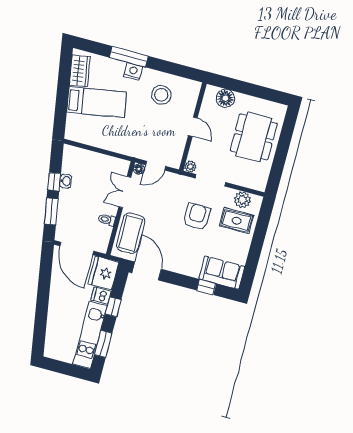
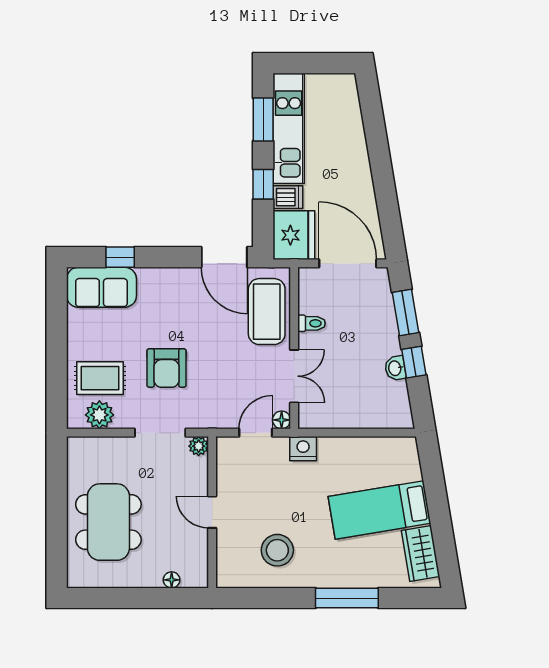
nightstand: (133, 72) -> (303, 449), moved, turned 180
floor lamp: (225, 98) -> (172, 580), width x0.53, depth x0.53

